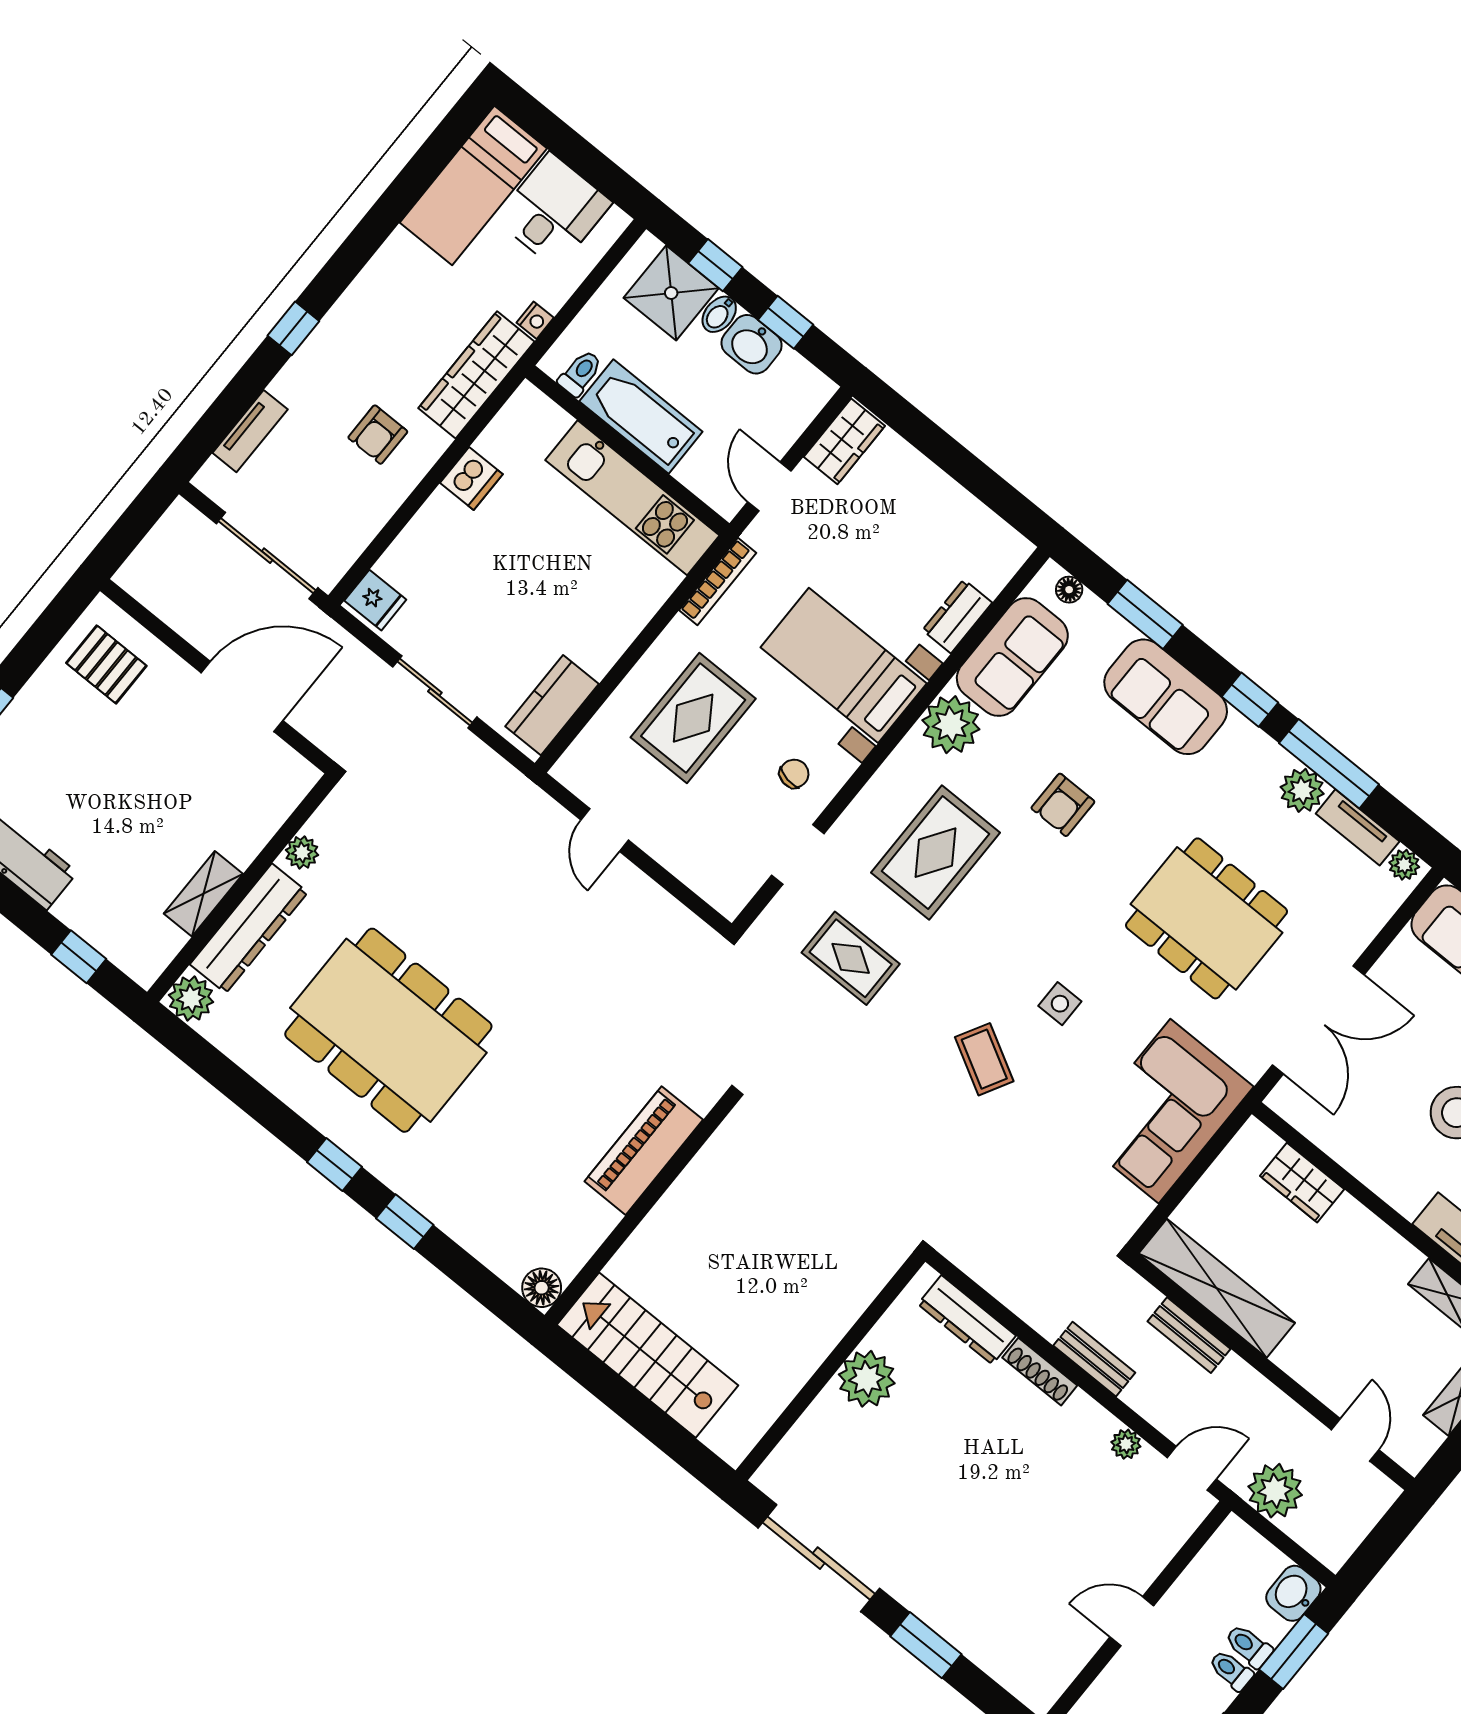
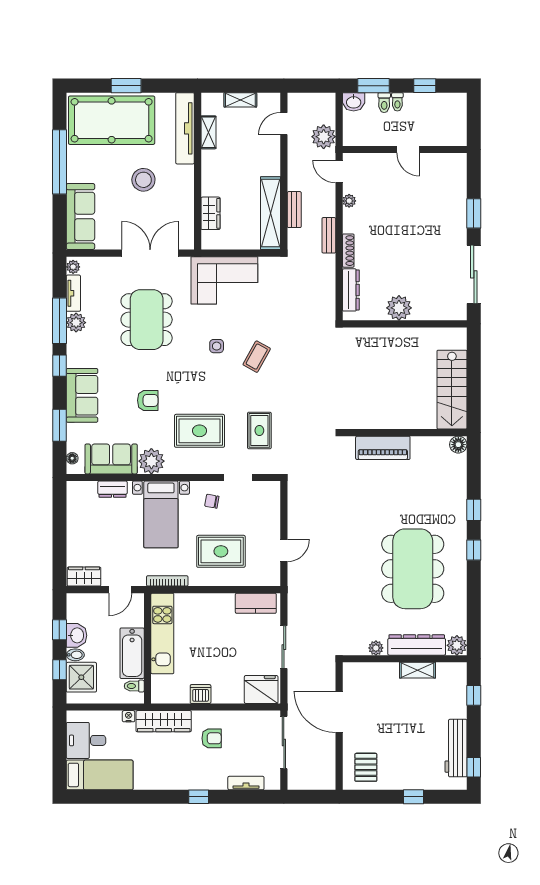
fridge: (375, 600) -> (261, 689), width x1.88, depth x1.34

